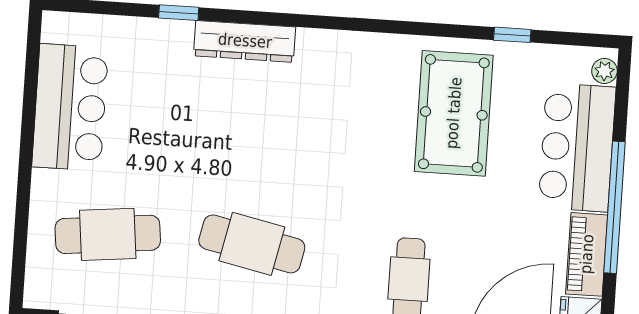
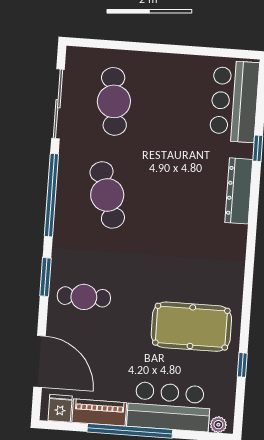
bar counter: (70, 107) -> (234, 101), moved, turned 90
cafe table: (252, 244) -> (107, 195), turned -30

